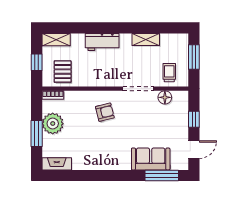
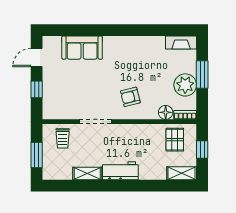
workbench: (102, 42) -> (120, 171), moved
floor lamp: (165, 97) -> (166, 112), moved
window: (162, 175) -> (70, 30), removed

